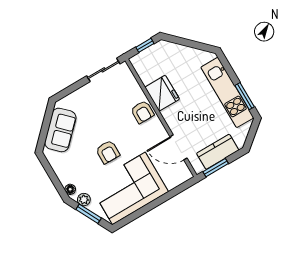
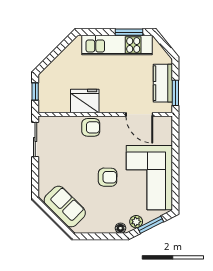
door: (179, 147) -> (139, 114), hinge flipped

